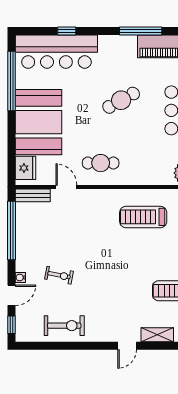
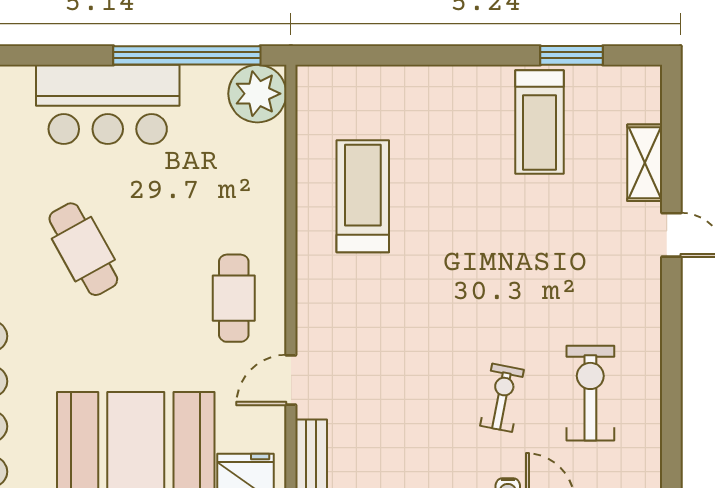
treadmill: (143, 217) -> (363, 196), turned 180
exercise bike: (64, 326) -> (590, 393), moved

